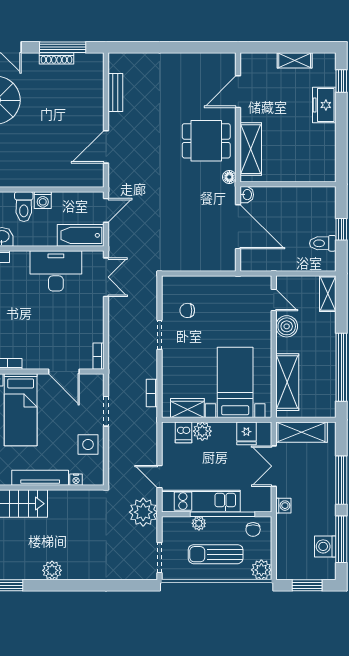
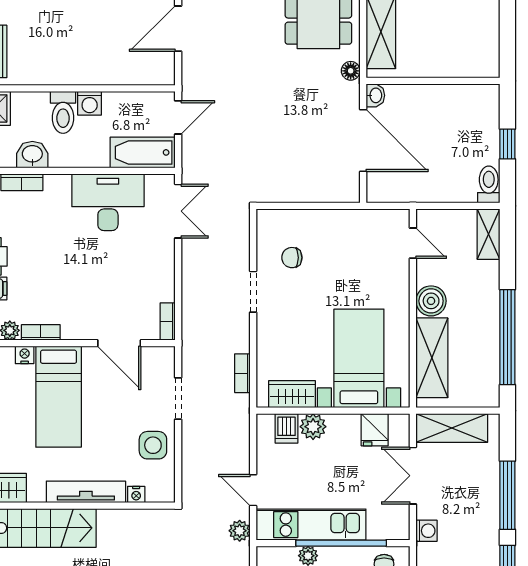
toilet: (323, 243) -> (489, 184), moved, turned 90
boiler: (287, 326) -> (431, 301), moved
plant: (143, 512) -> (240, 531), width x0.53, depth x0.53

